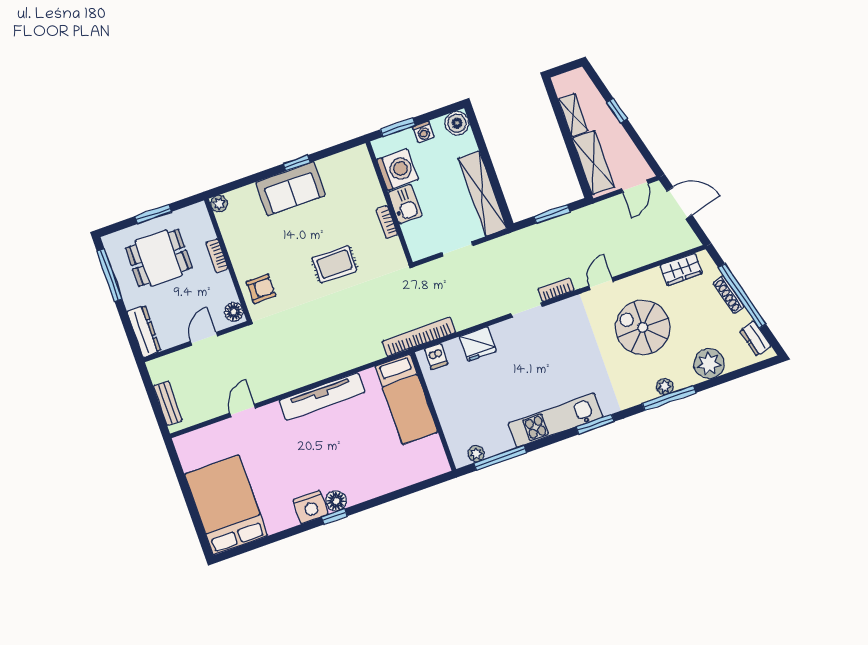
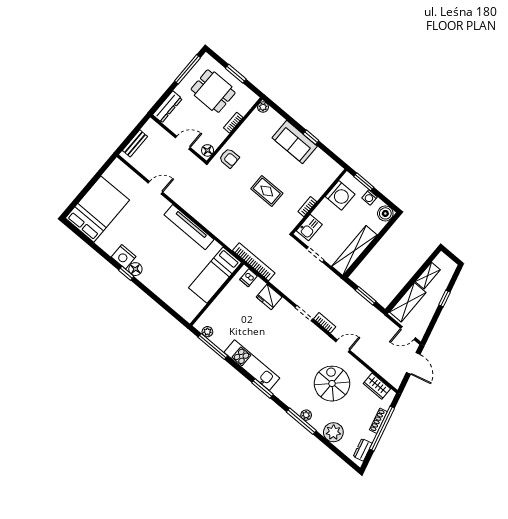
kitchen sink: (405, 204) -> (309, 228), moved

